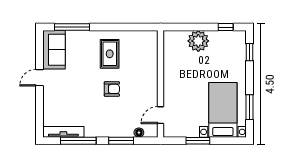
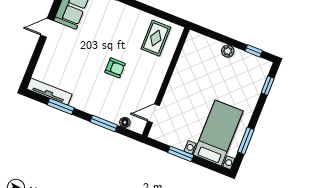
plant: (198, 41) -> (228, 51), width x0.53, depth x0.53
rug: (110, 54) -> (156, 38), moved
window: (78, 141) -> (61, 106), width x0.69

